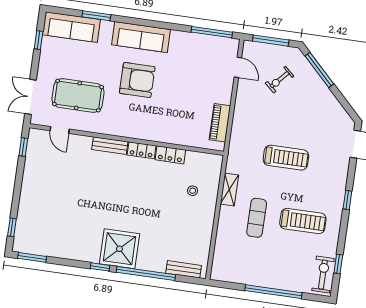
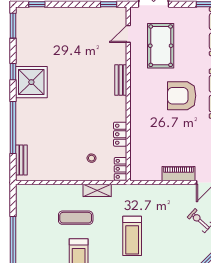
armchair: (137, 80) -> (182, 96), turned 90
piano: (220, 123) -> (179, 174), moved
locker: (142, 150) -> (121, 169), moved
shower: (119, 249) -> (31, 82), moved
window: (100, 267) -> (13, 72), moved

